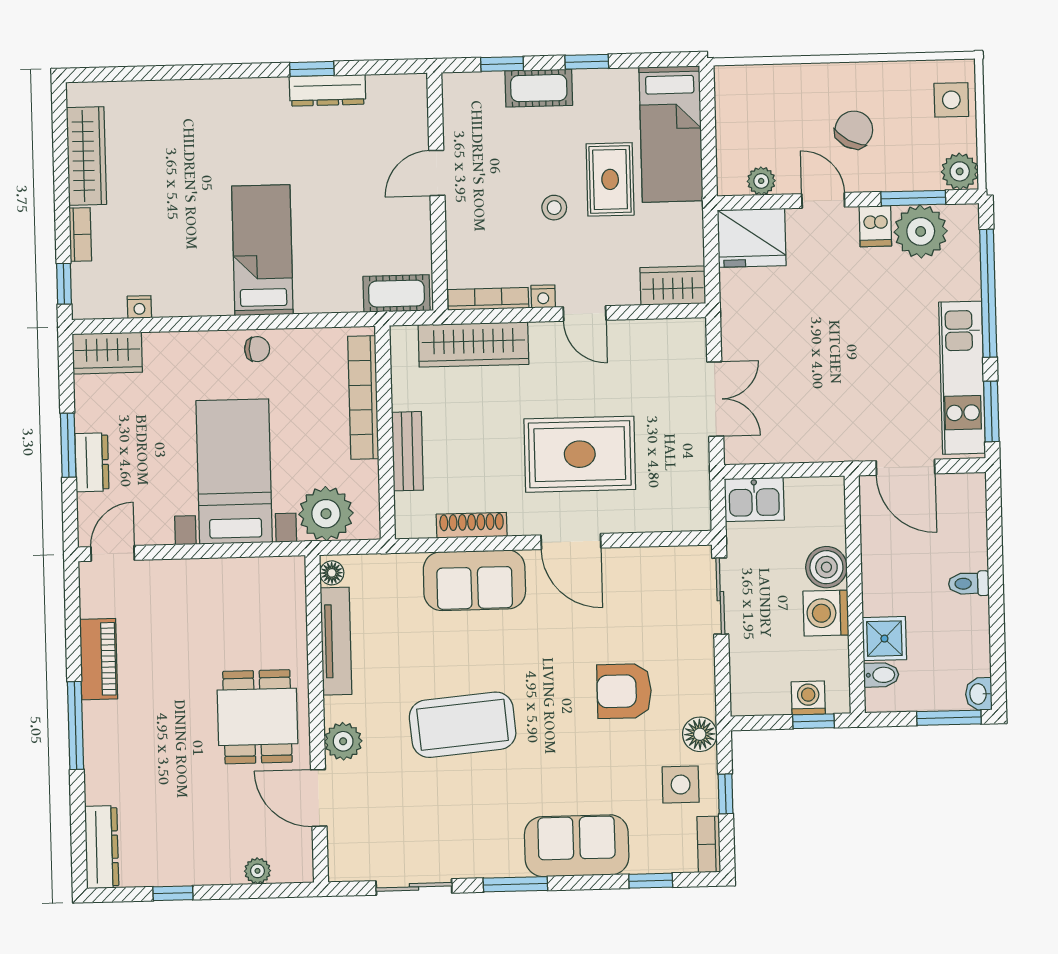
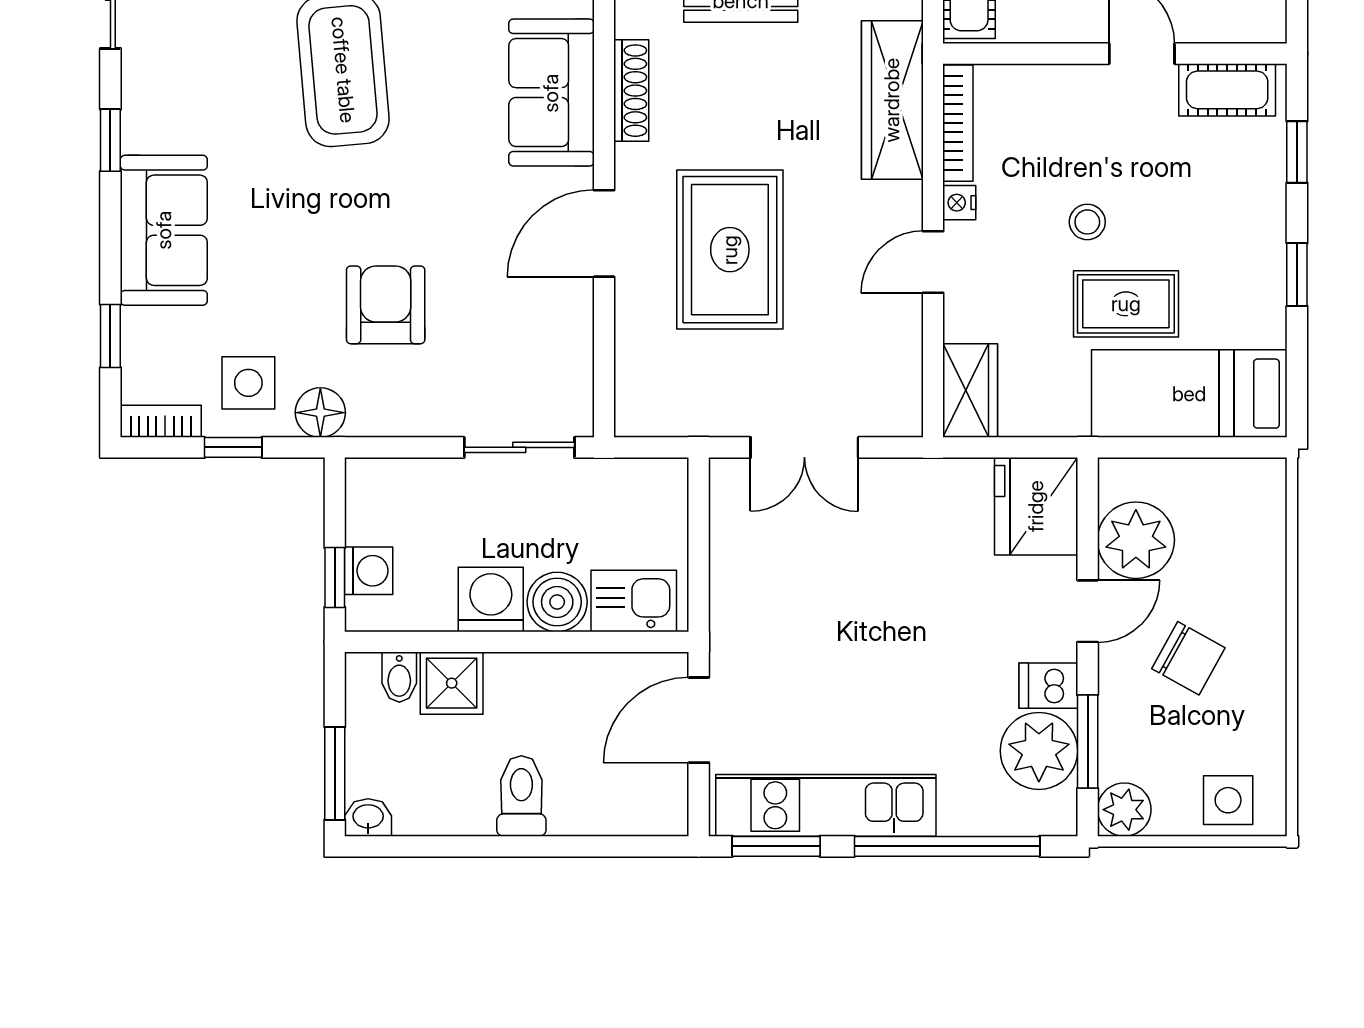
cot: (539, 88) -> (1227, 90), moved, turned 90
plant: (761, 181) -> (1136, 540), width x1.87, depth x1.87
kitchen sink: (754, 499) -> (634, 601), moved, turned 90
toilet: (969, 584) -> (521, 796), width x1.37, depth x1.39
window: (515, 884) -> (110, 140), width x0.67

